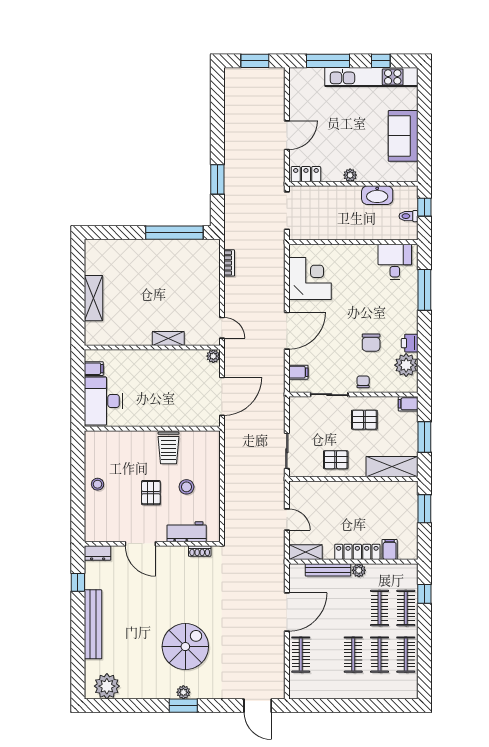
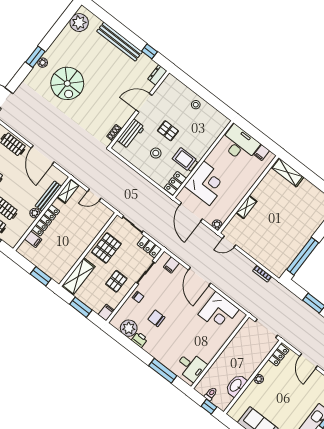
shelving: (94, 298) -> (287, 172), moved
corner desk: (176, 404) -> (207, 183), added
locker: (297, 413) -> (149, 247), added
locker: (204, 439) -> (175, 183), added
pallet: (336, 460) -> (106, 248), width x1.50, depth x1.42

